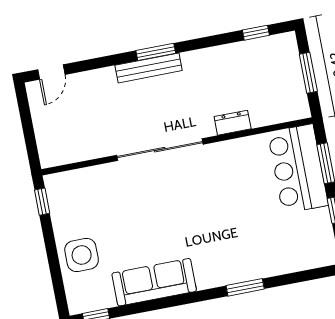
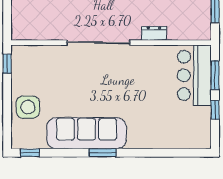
sofa: (154, 282) -> (87, 133), width x1.36, depth x1.27
window: (245, 287) -> (103, 153), moved

